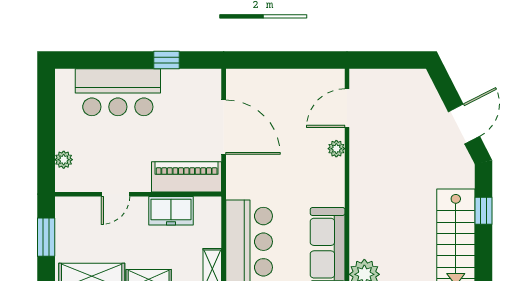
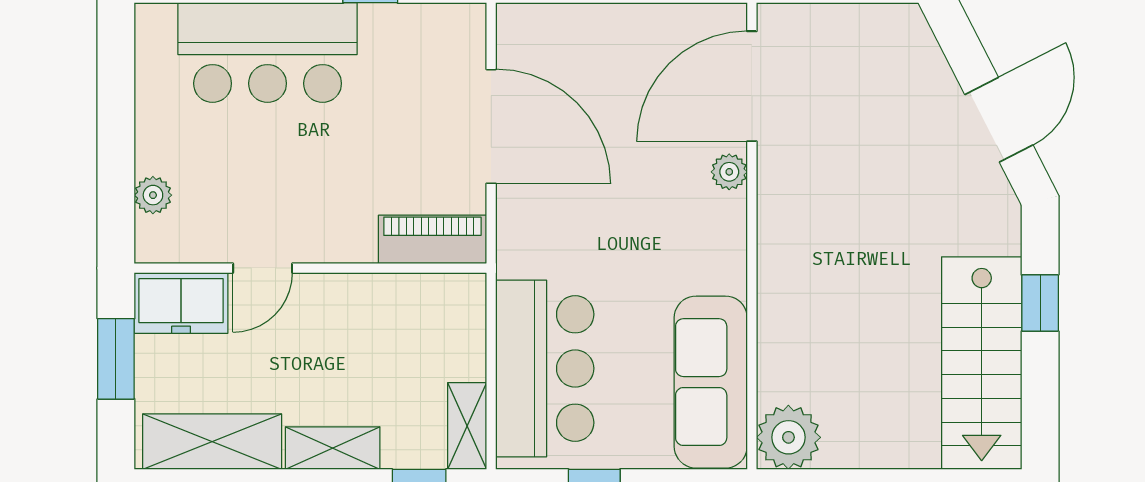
door: (347, 108) -> (752, 86), width x1.36
piano: (187, 177) -> (432, 239), width x0.73, depth x0.75
freezer: (171, 211) -> (181, 303), moved

